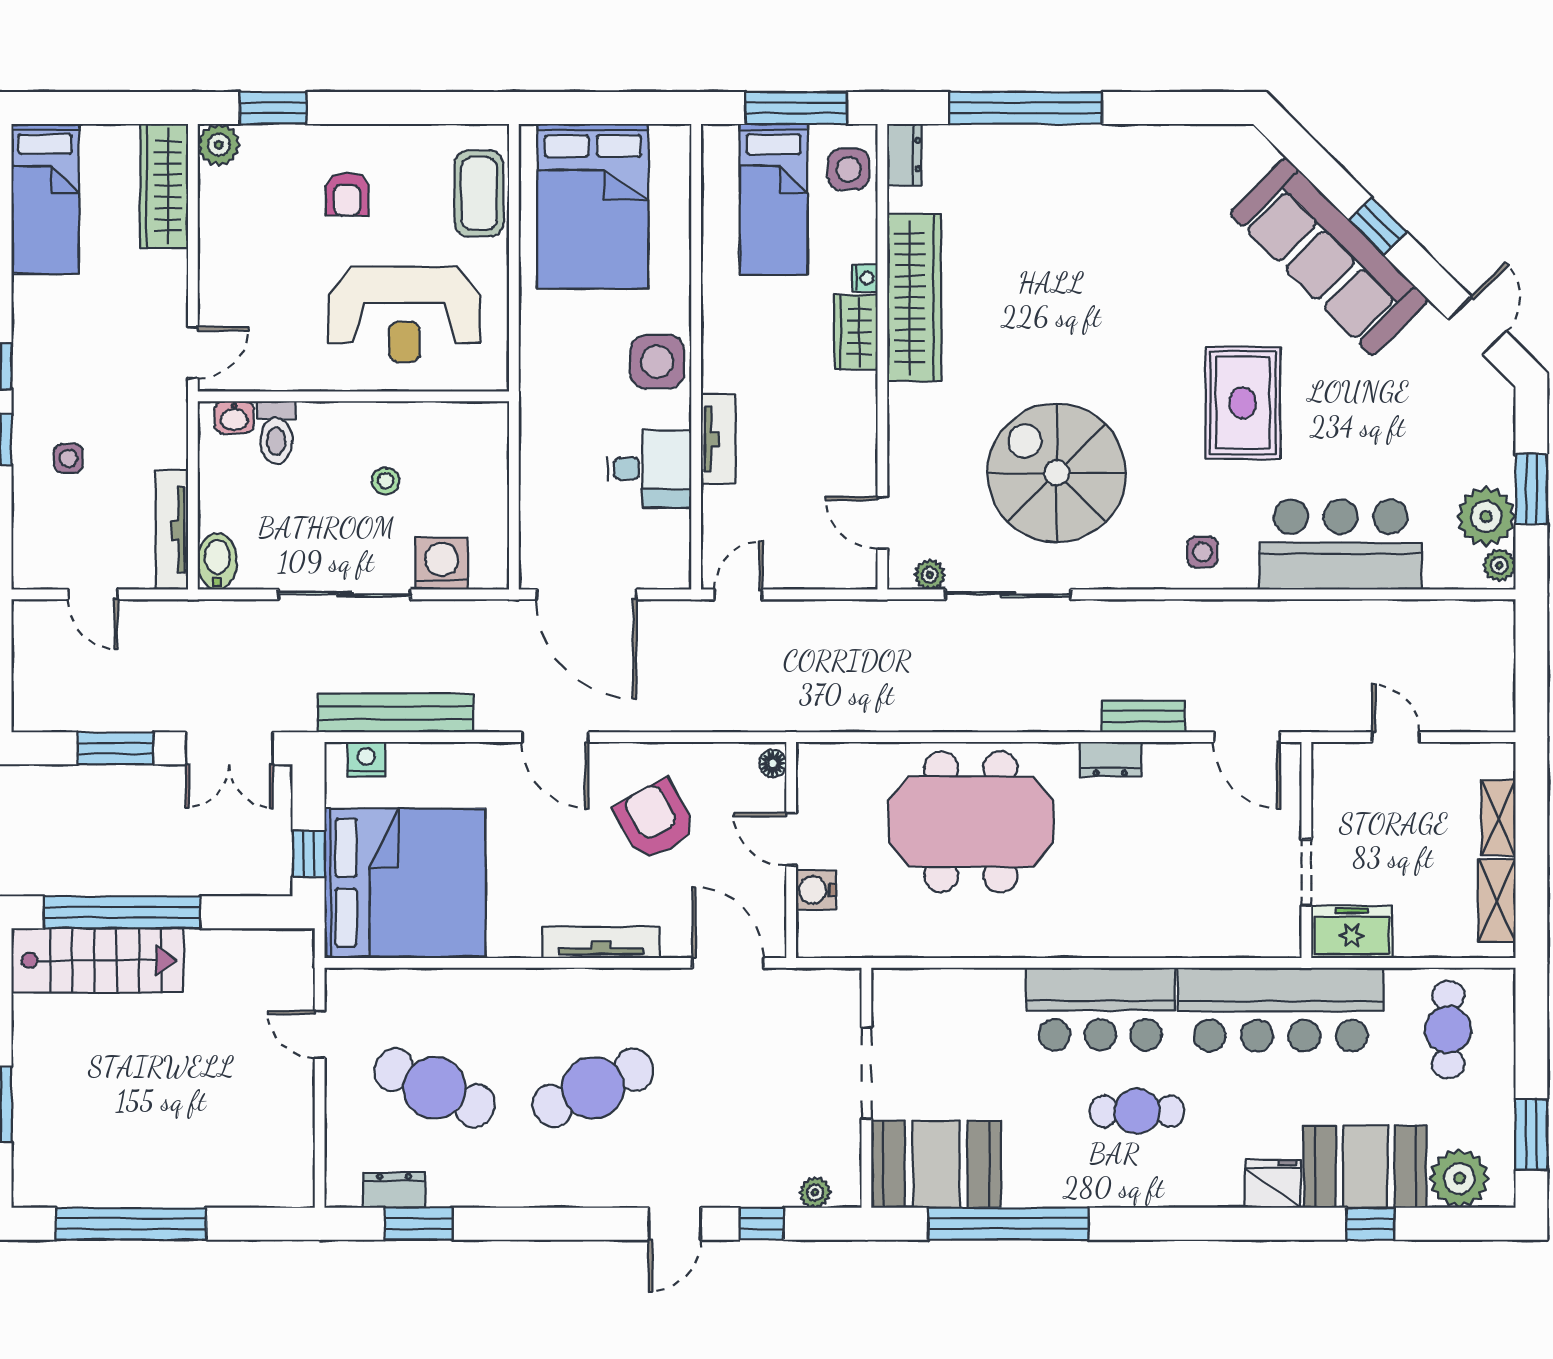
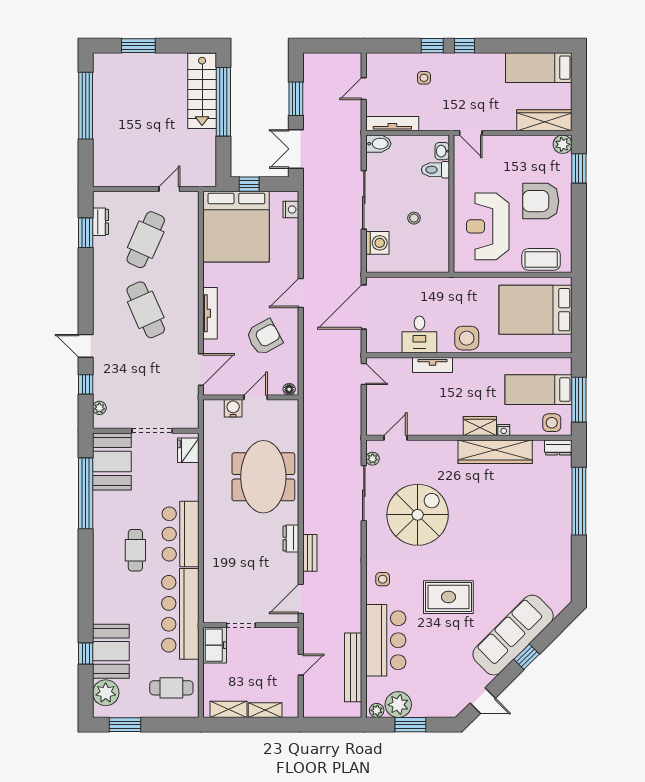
armchair: (347, 194) -> (541, 201), width x1.88, depth x1.88
bench: (395, 713) -> (353, 667), moved
fridge: (1273, 1184) -> (188, 450), moved, turned 180

